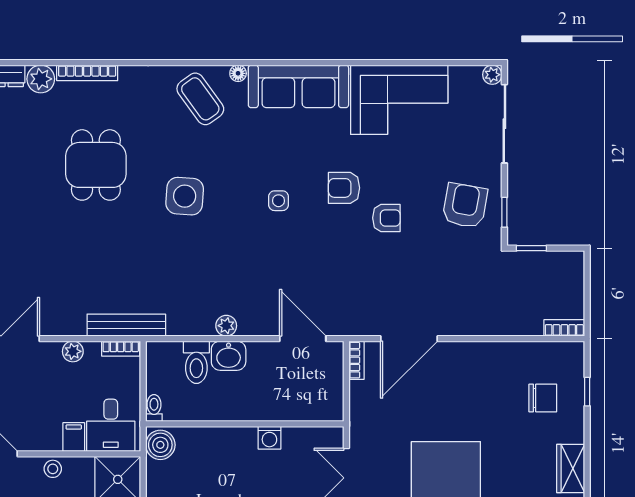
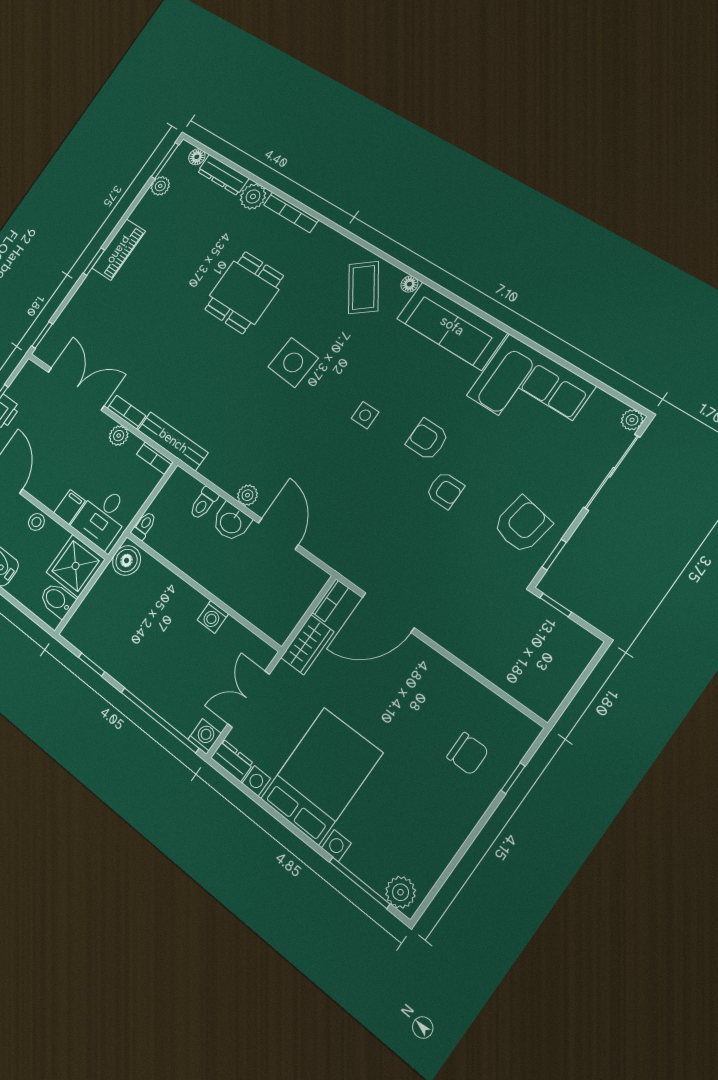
bookcase: (564, 328) -> (127, 412), moved
door: (303, 339) -> (278, 534), moved
toilet: (196, 362) -> (204, 503), width x0.73, depth x0.72
wardrobe: (571, 469) -> (307, 645), moved, turned 180

